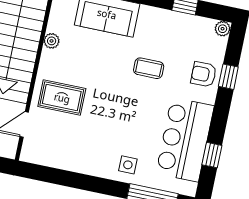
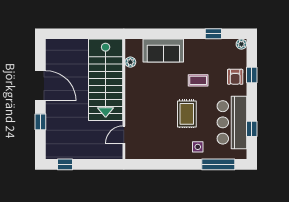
plant: (52, 41) -> (130, 62), moved
armchair: (204, 74) -> (235, 77), turned -90
rug: (62, 98) -> (187, 114), moved, turned 90

